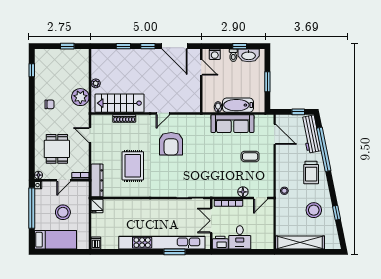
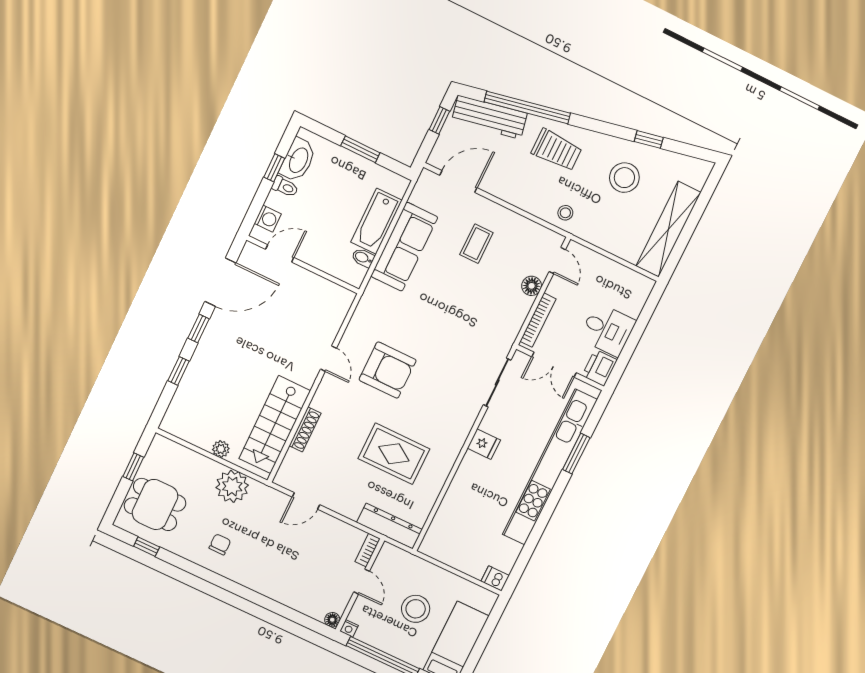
dining table: (57, 149) -> (155, 504), moved
fridge: (97, 206) -> (484, 444), moved

